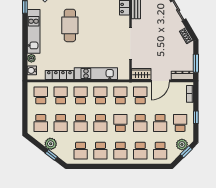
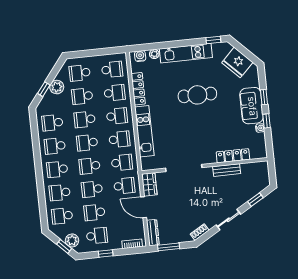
school desk: (120, 123) -> (90, 166), turned 180

